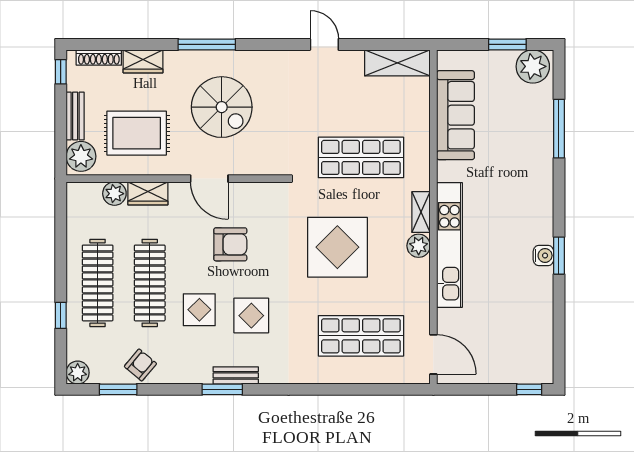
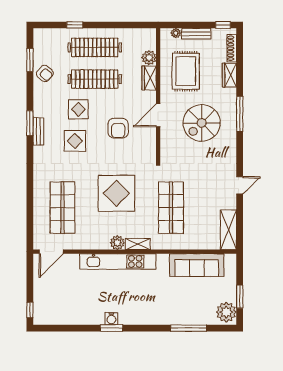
plant: (81, 156) -> (176, 33), width x0.53, depth x0.53
plant: (78, 373) -> (40, 35), removed

